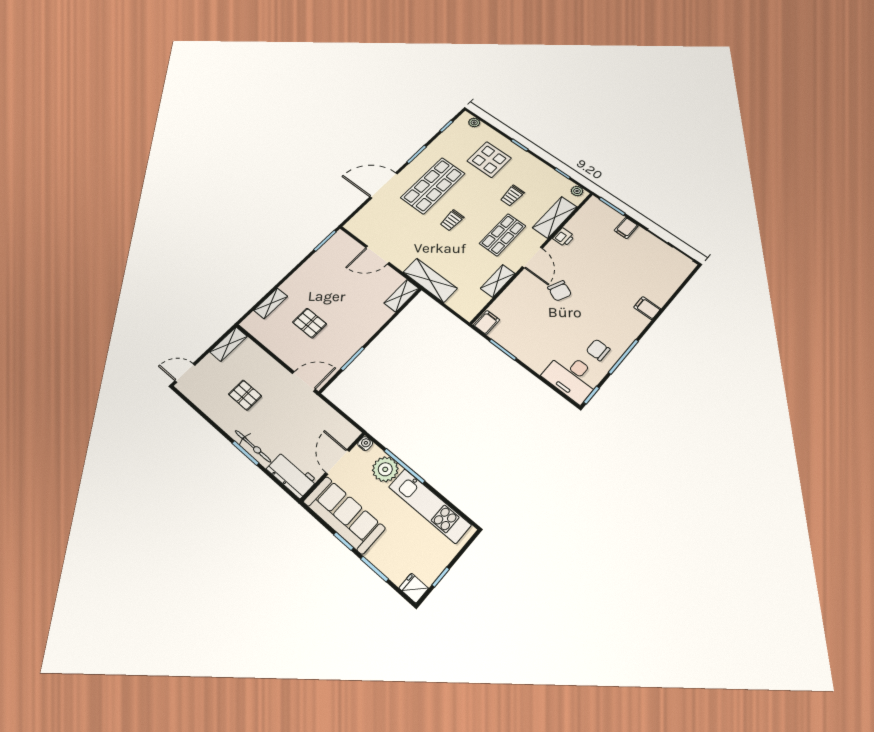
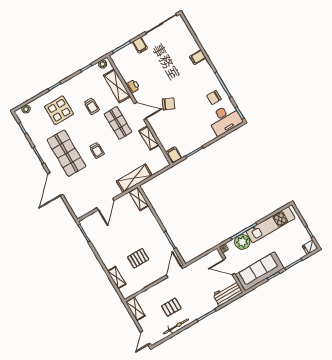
bicycle: (253, 446) -> (176, 326), moved

